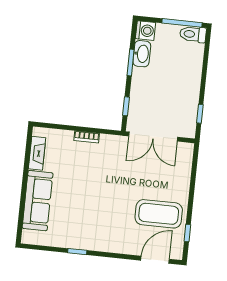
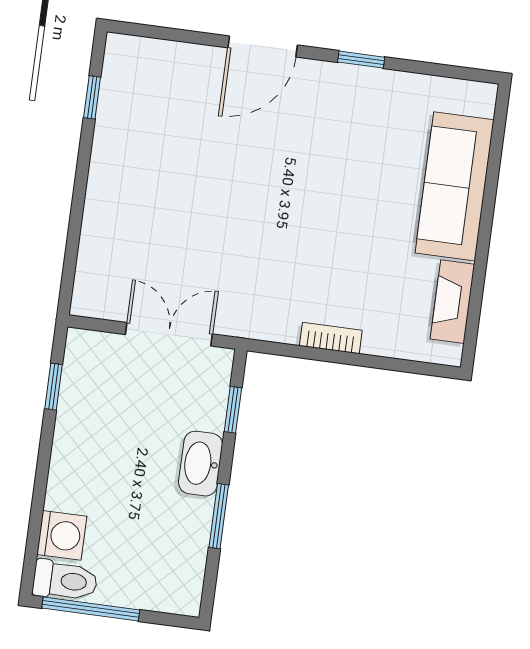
washing machine: (145, 31) -> (62, 535), moved, turned 180
washbasin: (142, 54) -> (201, 464), moved
double door: (153, 137) -> (169, 334), width x0.73
coffee table: (159, 214) -> (161, 146), removed
door: (155, 260) -> (263, 46), moved

